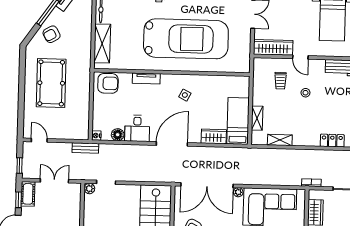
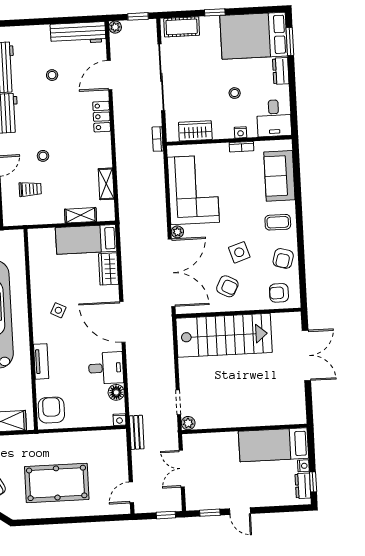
cot: (28, 194) -> (201, 501), removed

